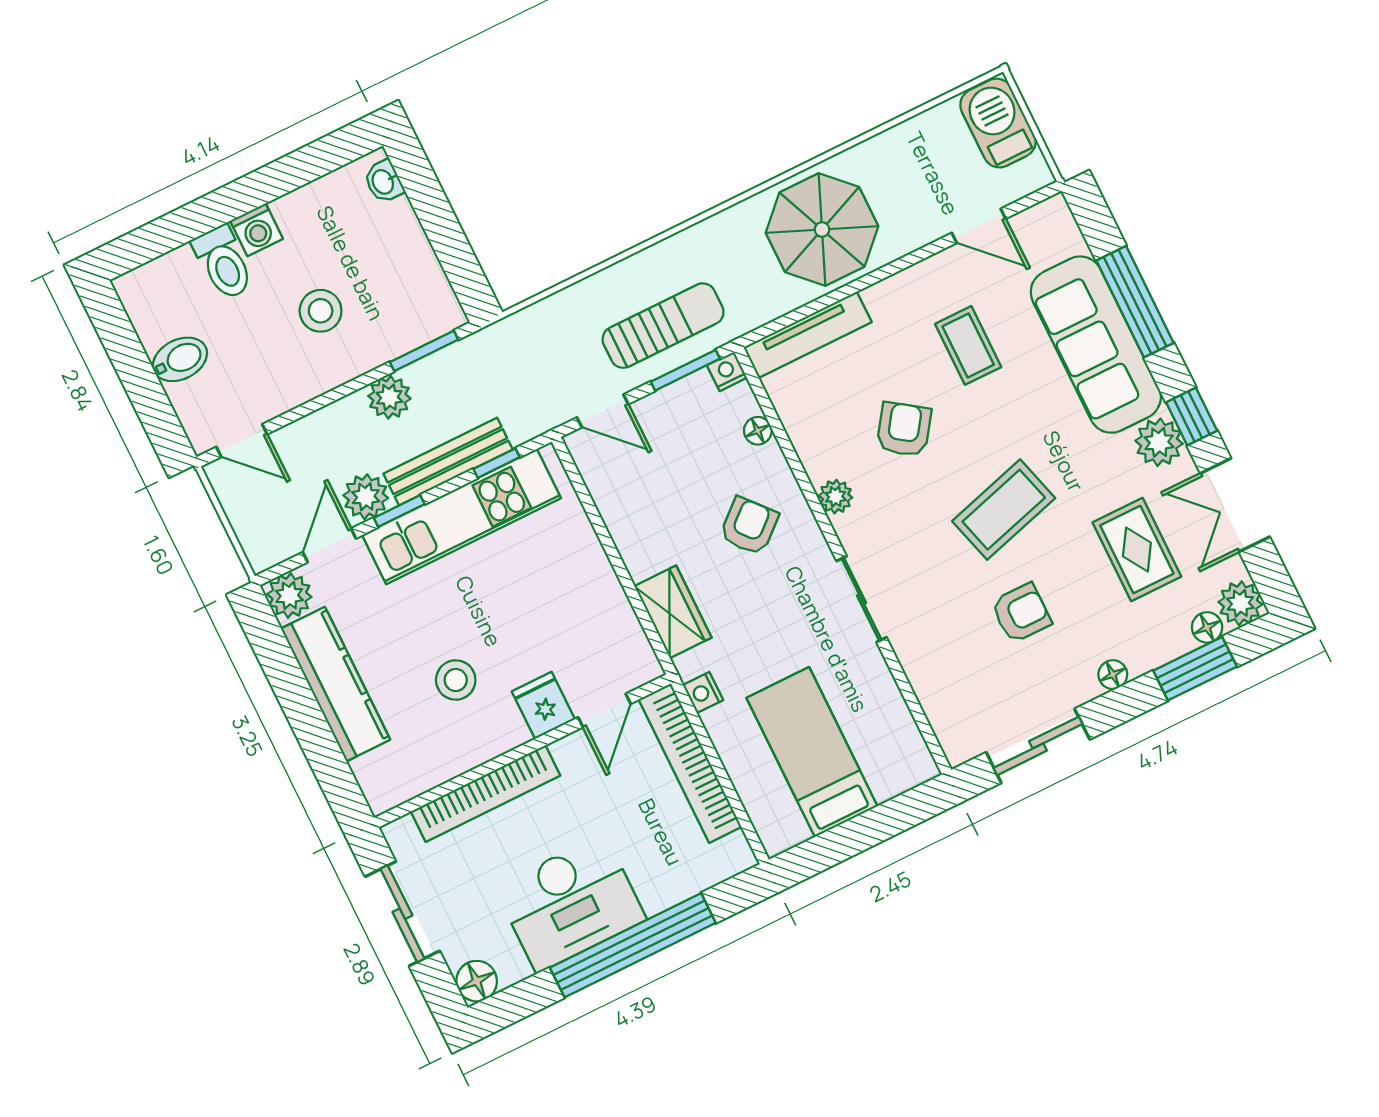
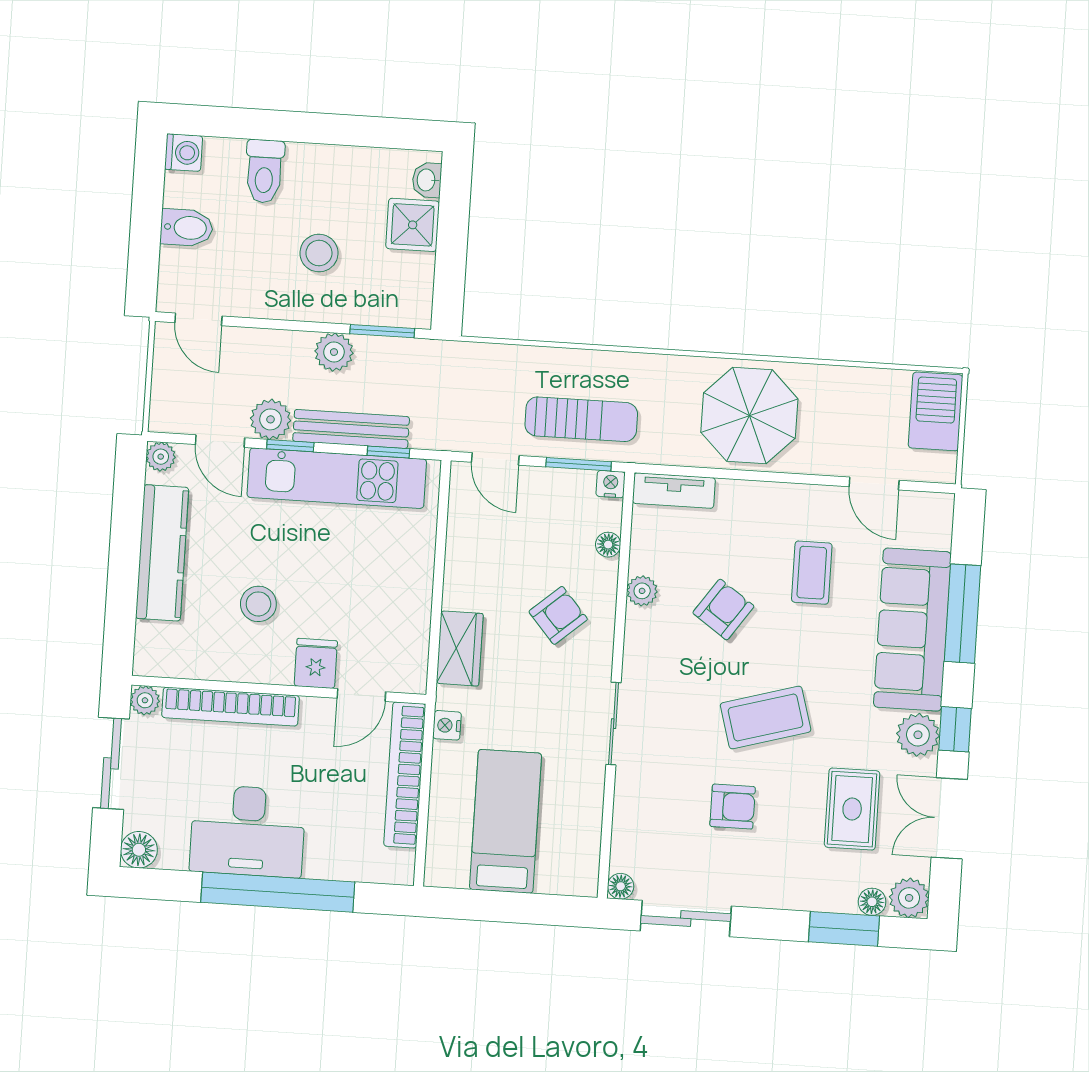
washing machine: (256, 230) -> (184, 153), moved, turned -90
shower: (395, 232) -> (413, 225), added
tv unit: (807, 335) -> (674, 491), width x0.71
plant: (836, 497) -> (642, 591), moved
door: (329, 545) -> (220, 441), swing flipped
plant: (289, 596) -> (161, 457), width x0.73, depth x0.73
floor lamp: (1113, 675) -> (621, 886), moved
plant: (400, 835) -> (145, 700), added

